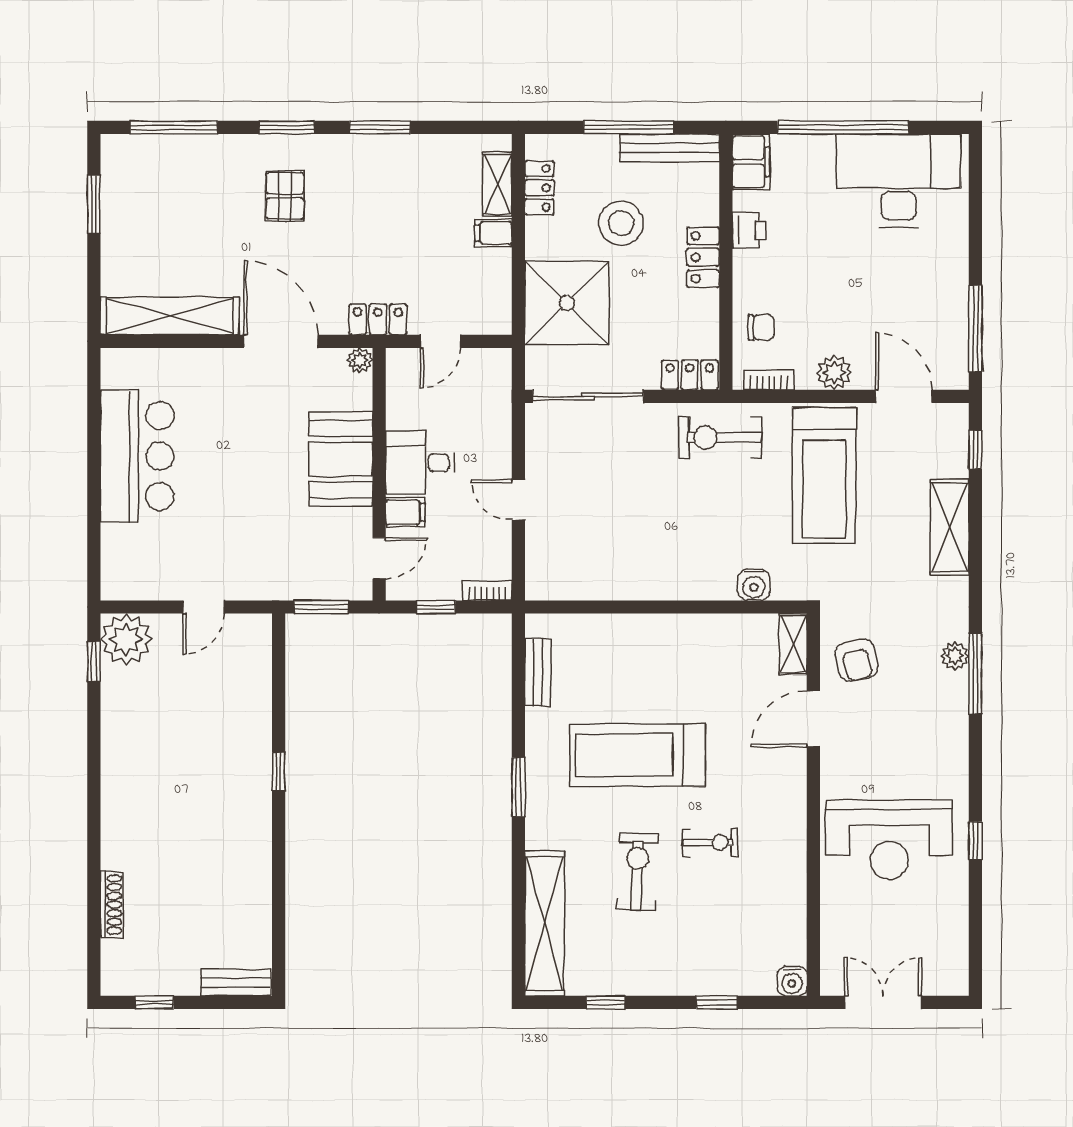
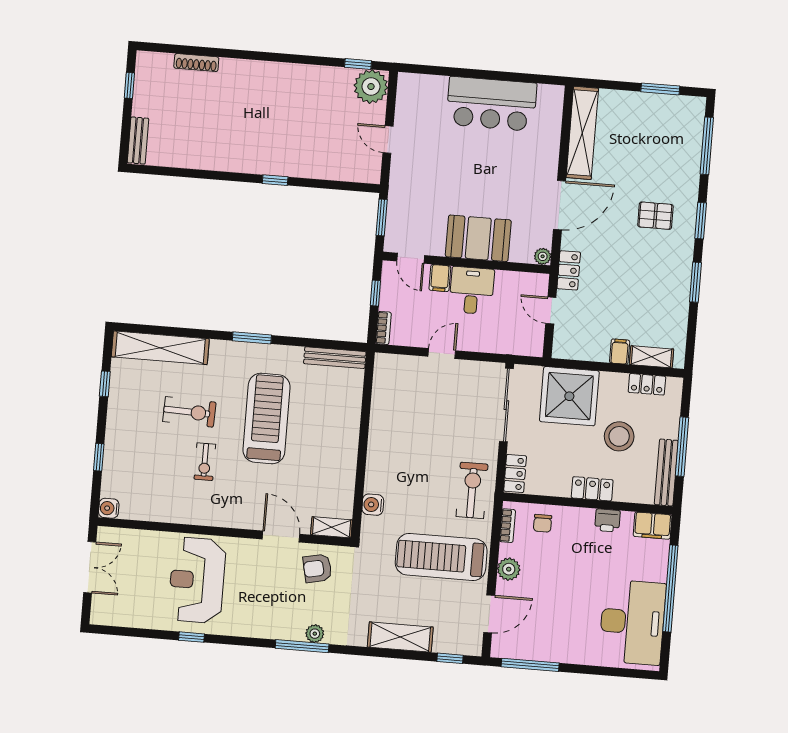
bench: (538, 672) -> (335, 358), width x1.36

